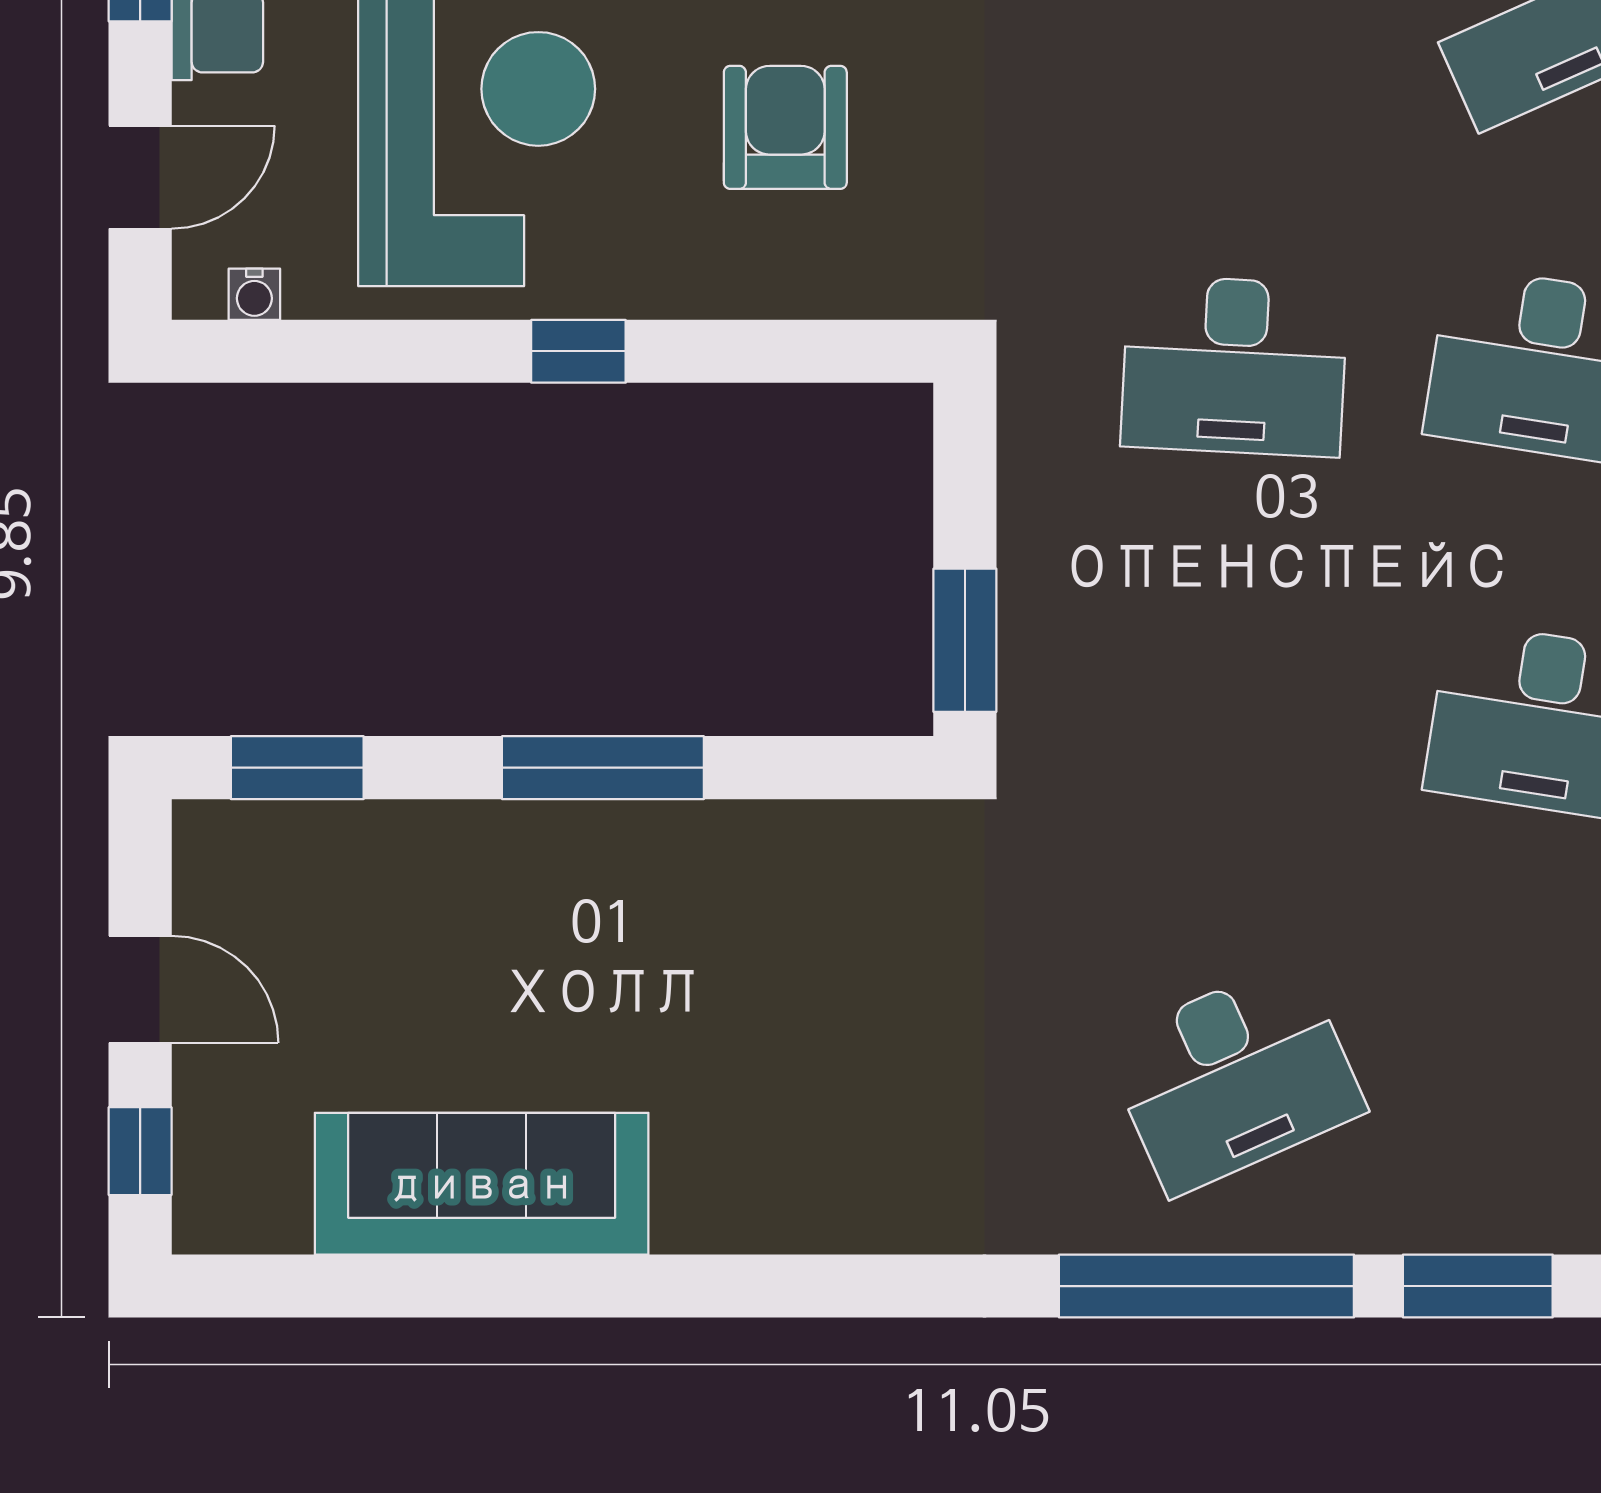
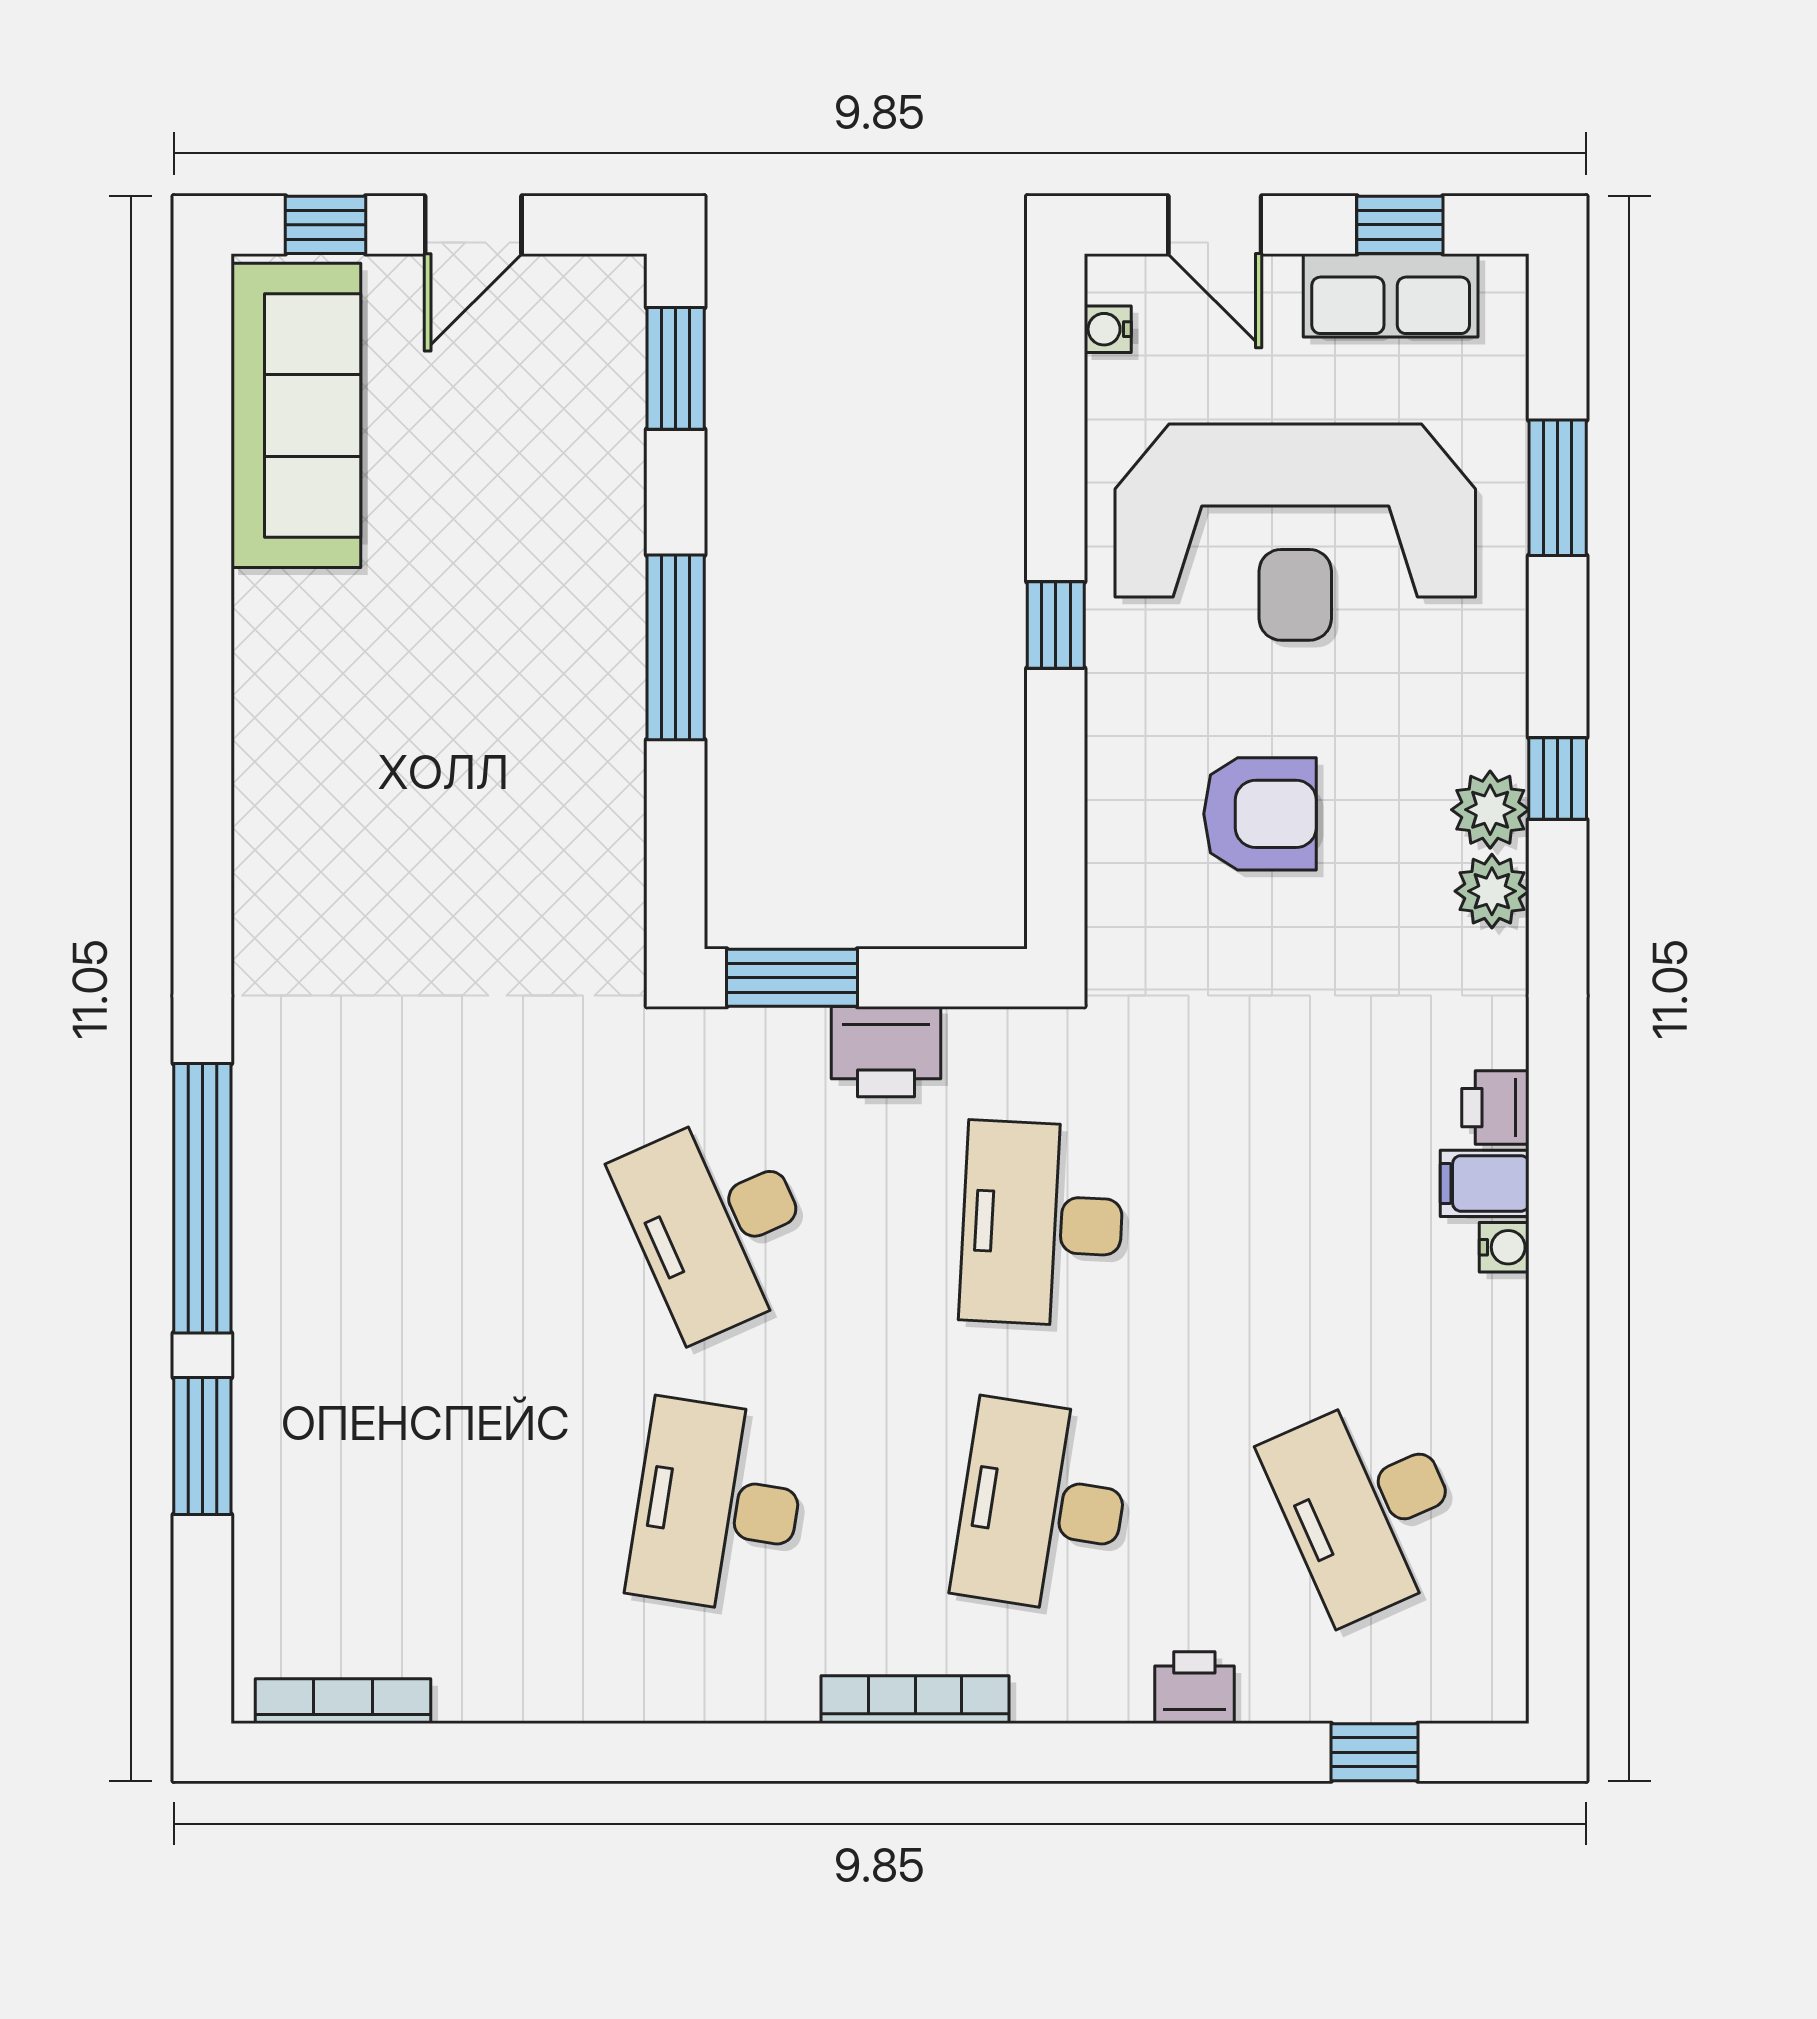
printer: (1046, 537) -> (886, 1052), added
desk: (1234, 1077) -> (718, 1224), moved
sofa: (482, 1184) -> (296, 415), moved

